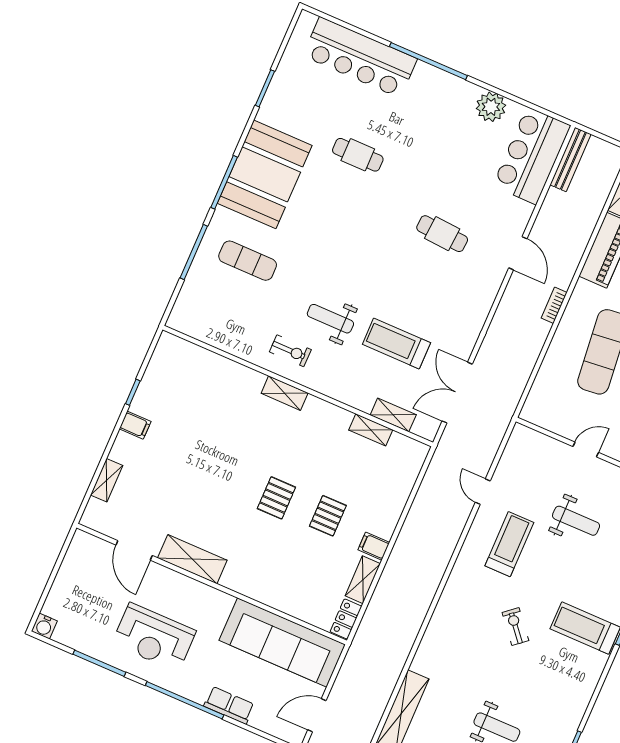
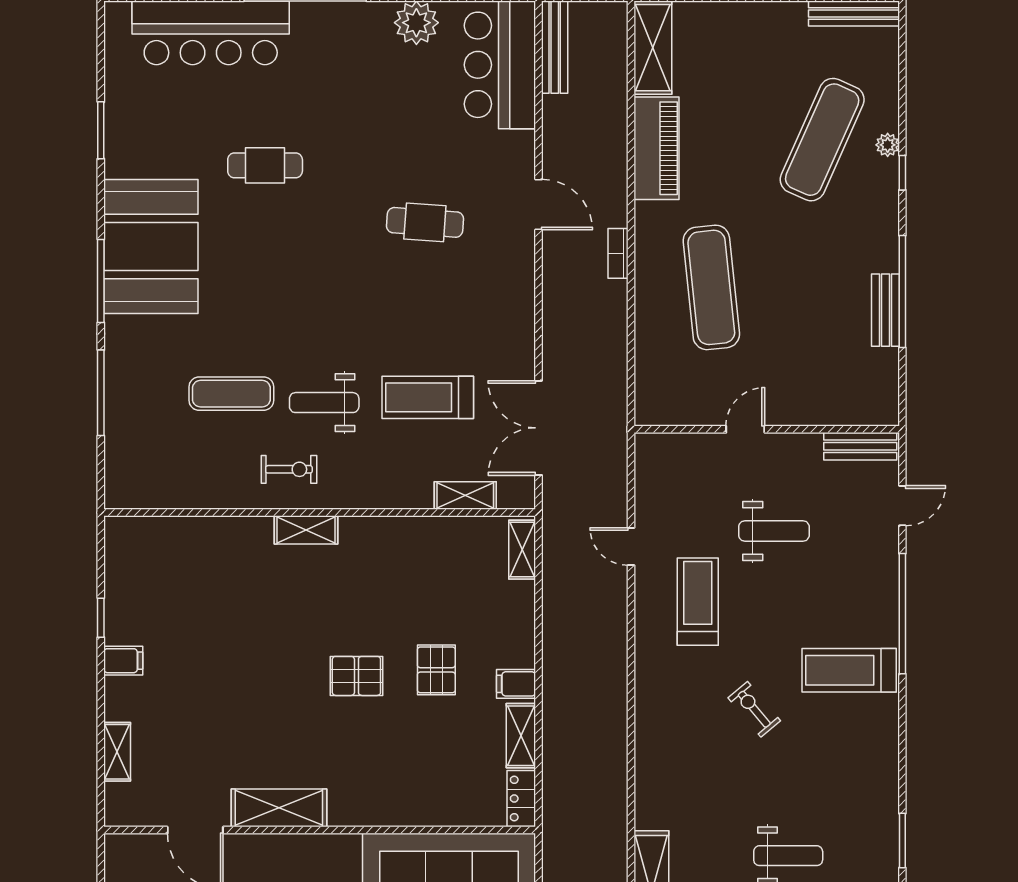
exercise mat: (248, 261) -> (231, 394), moved
shelving: (371, 430) -> (522, 550), moved, turned 90
pallet: (276, 498) -> (356, 676), turned 90

